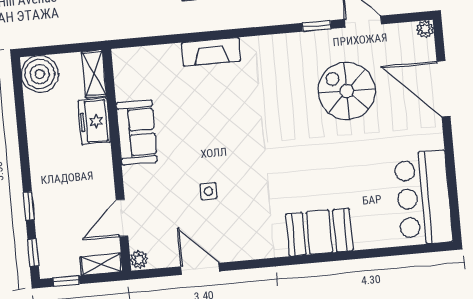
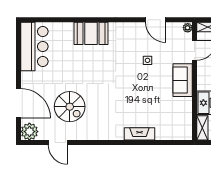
window: (317, 26) -> (83, 142), removed
plant: (425, 29) -> (29, 132), width x1.88, depth x1.88
sofa: (137, 132) -> (183, 80), moved

